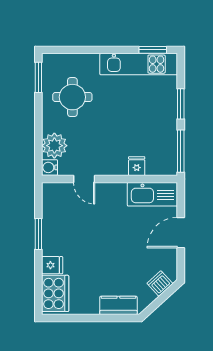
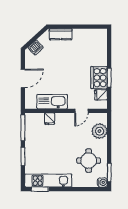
water cooler: (50, 167) -> (102, 182), moved
door: (84, 179) -> (82, 111), swing flipped
kitchen sink: (152, 194) -> (52, 102), moved
fridge: (52, 265) -> (101, 95), moved
cooker: (55, 293) -> (99, 78), moved

